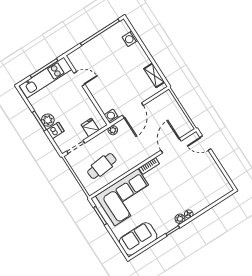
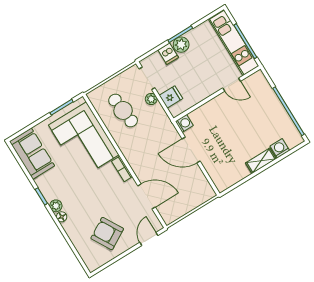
shelving: (154, 75) -> (261, 161), moved
door: (79, 79) -> (232, 85), hinge flipped
plant: (113, 130) -> (151, 99), moved
armchair: (202, 177) -> (107, 234), added

